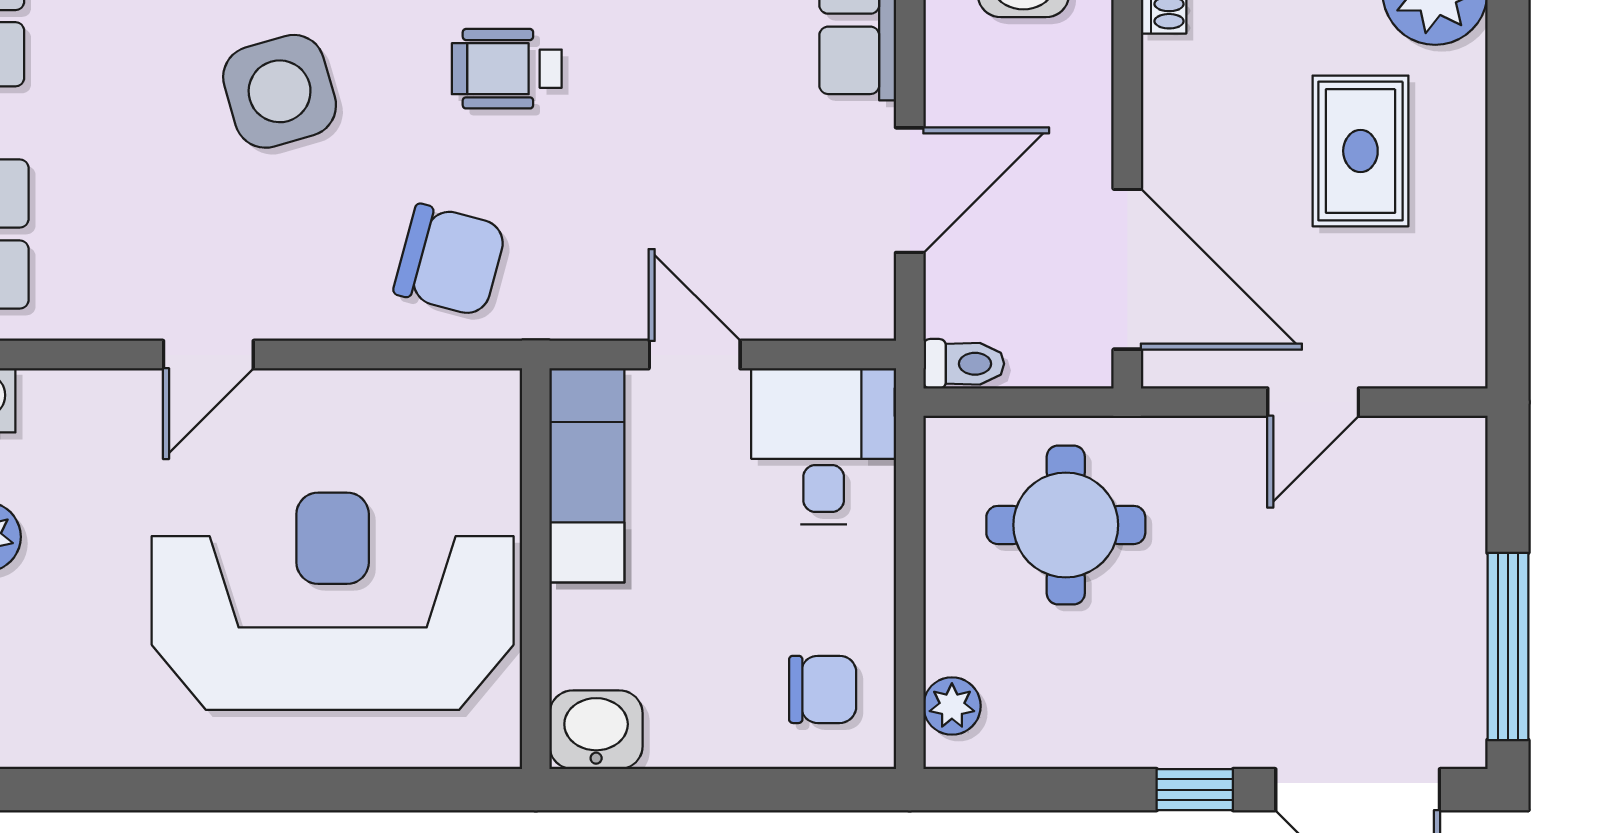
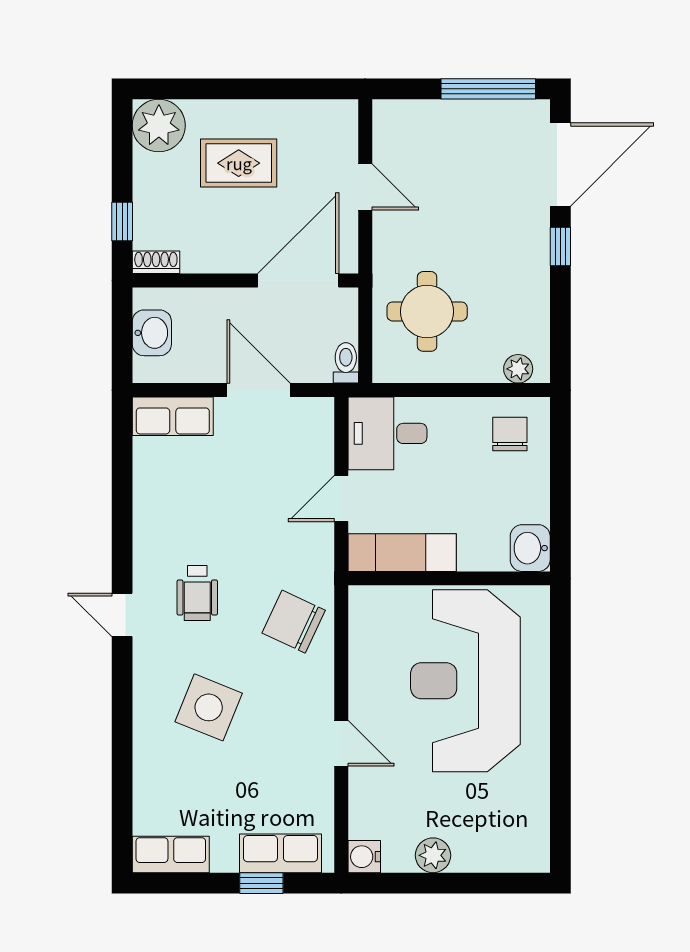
side table: (280, 91) -> (209, 707), turned 38
chair: (450, 260) -> (294, 622), turned -80

